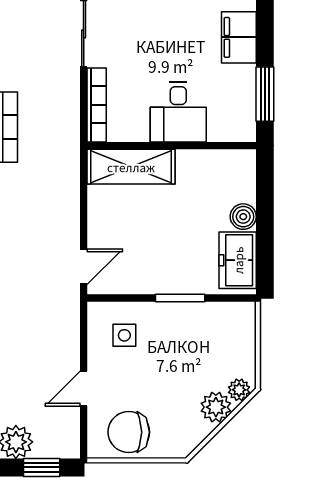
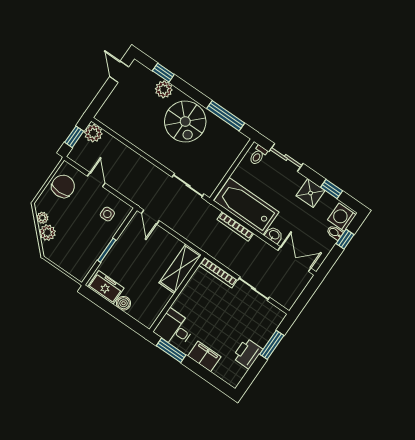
desk: (178, 112) -> (175, 329), moved
plant: (239, 390) -> (42, 218), moved

